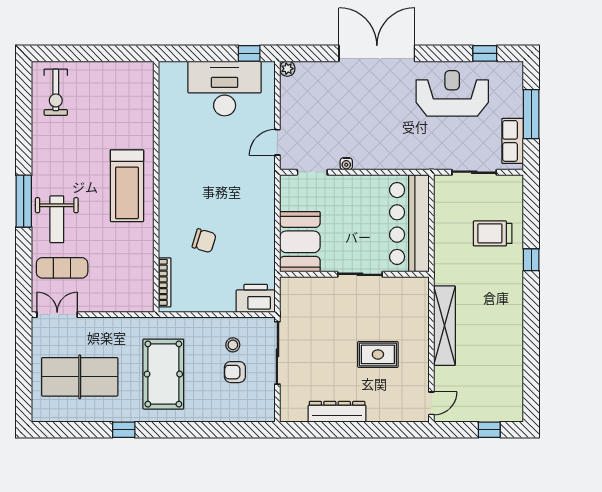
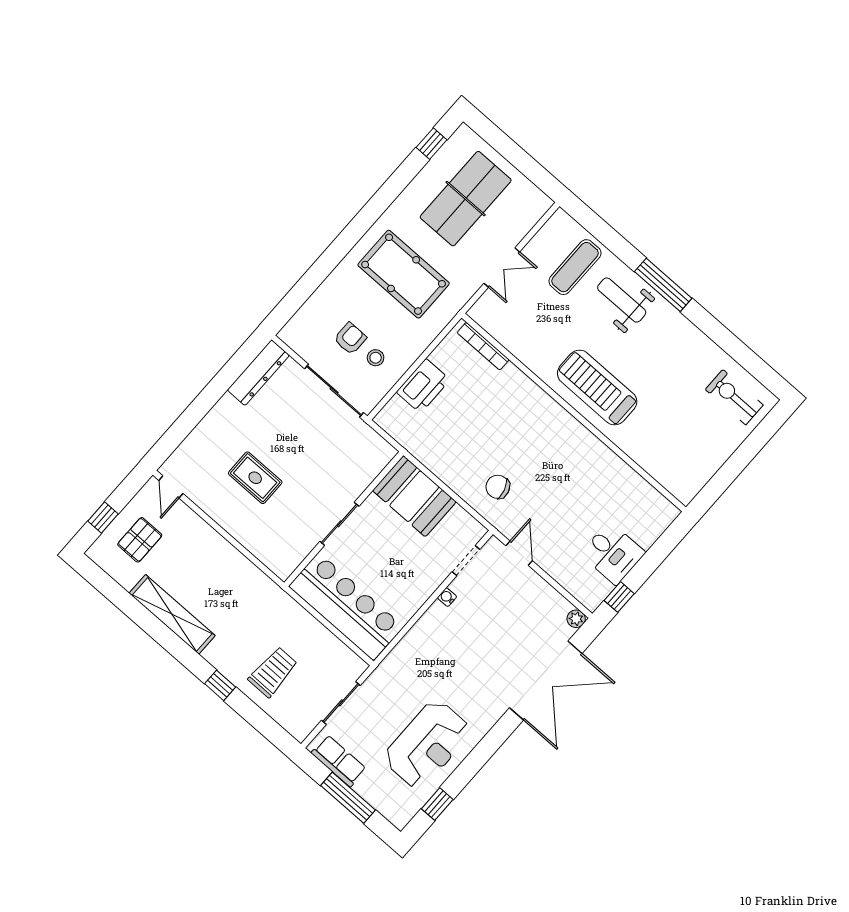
double door: (377, 53) -> (546, 681), moved
desk: (225, 88) -> (613, 553), width x0.53, depth x0.77
chair: (204, 241) -> (498, 487), moved, turned 56
printer: (256, 298) -> (423, 386), moved
double door: (57, 315) -> (502, 268), moved
shelving: (445, 326) -> (172, 614), moved
rug: (378, 354) -> (255, 478), turned 90
pallet: (483, 394) -> (140, 540), added
dresser: (337, 412) -> (258, 373), moved
window: (124, 430) -> (431, 144), moved

